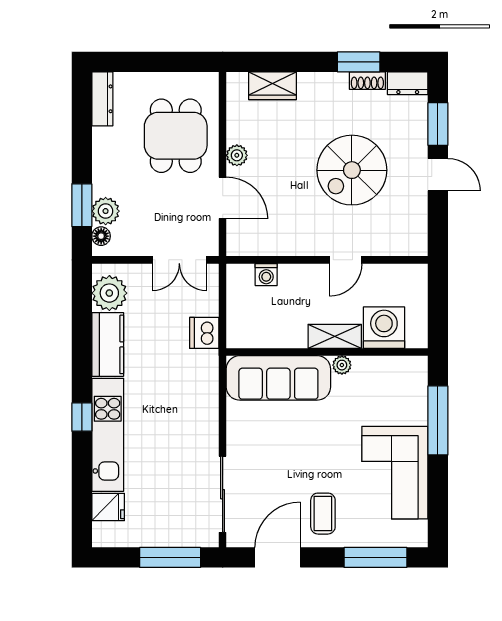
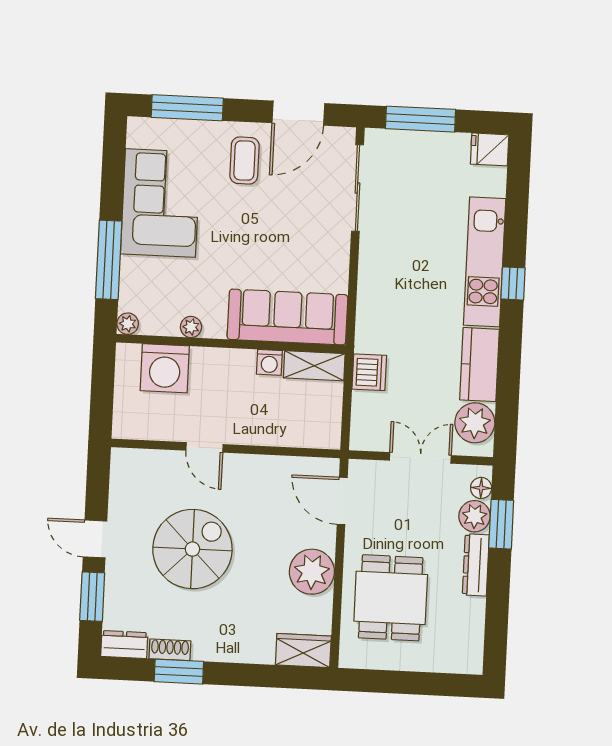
wardrobe: (273, 86) -> (303, 650), moved
dresser: (102, 99) -> (476, 565), moved
plant: (237, 155) -> (312, 572), width x1.88, depth x1.88
door: (223, 198) -> (342, 501), moved
double door: (179, 260) -> (420, 458), moved
door: (346, 260) -> (204, 447), swing flipped
washing machine: (266, 275) -> (269, 362), moved, turned 180
shelving: (335, 336) -> (314, 366), moved
plant: (342, 365) -> (191, 327), moved
plant: (419, 365) -> (128, 324), added
fridge: (108, 507) -> (490, 149), moved

